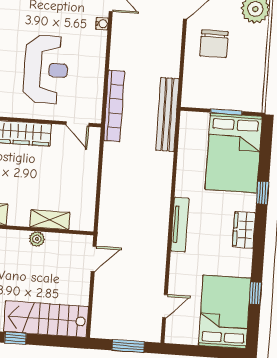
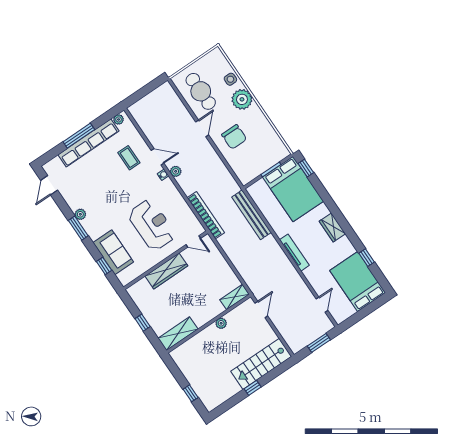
plant: (119, 31) -> (176, 171), added
bench: (167, 114) -> (251, 215), moved
window: (263, 193) -> (306, 168), moved
shelving: (50, 220) -> (235, 297), moved

